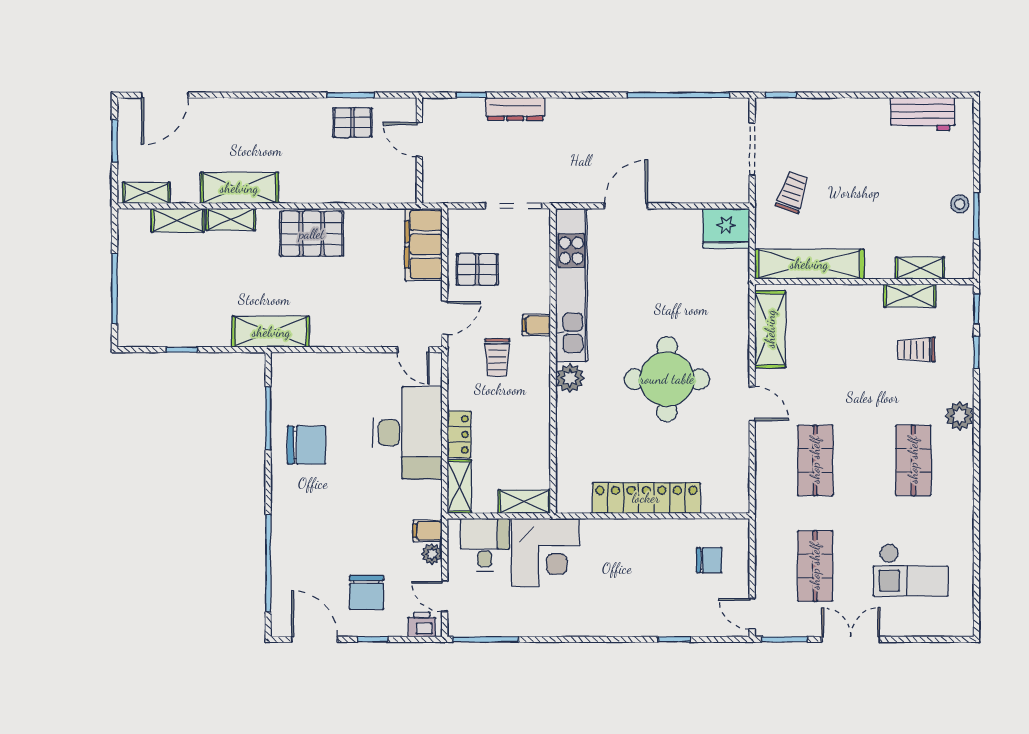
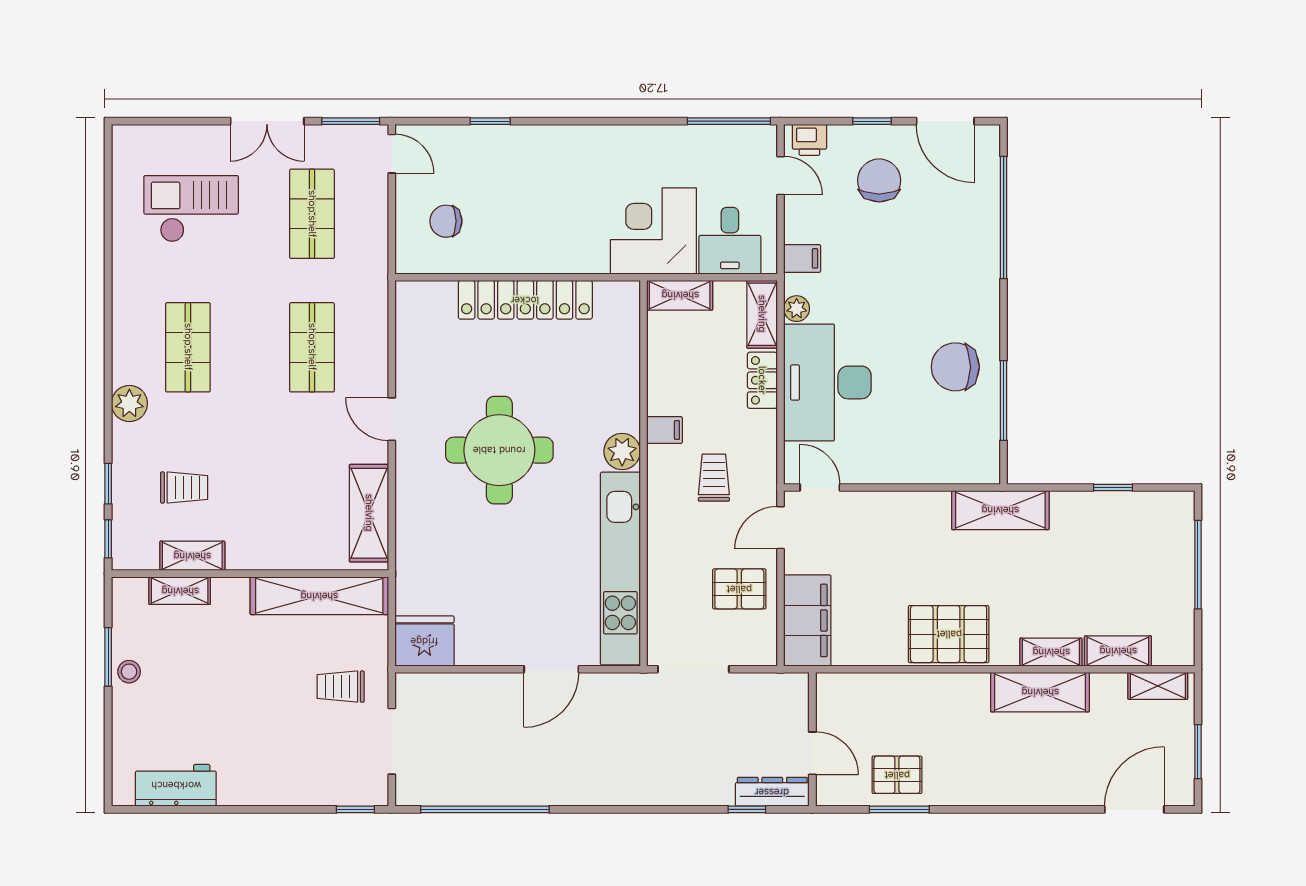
dresser: (515, 109) -> (772, 792), moved
trolley: (793, 192) -> (341, 687), turned 71
filing cabinet: (536, 325) -> (664, 430), moved
plant: (432, 554) -> (797, 309), moved

